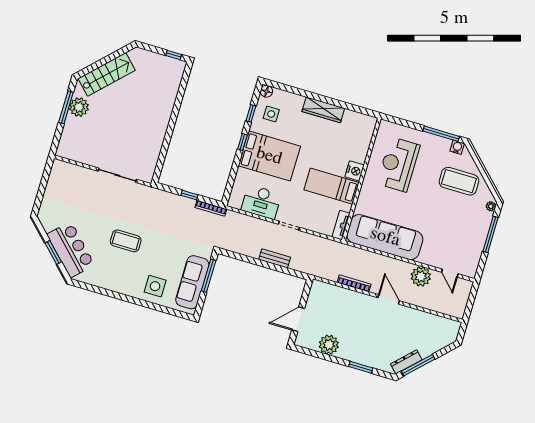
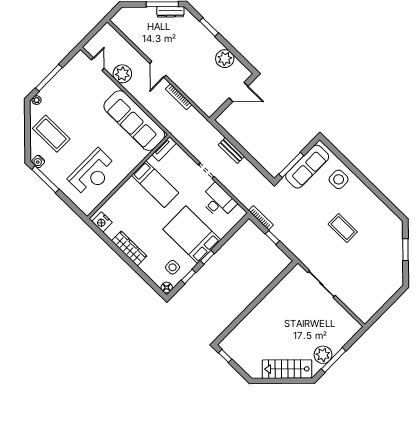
nightstand: (355, 171) -> (102, 222), moved, turned -90
bar counter: (71, 250) -> (390, 245), removed

